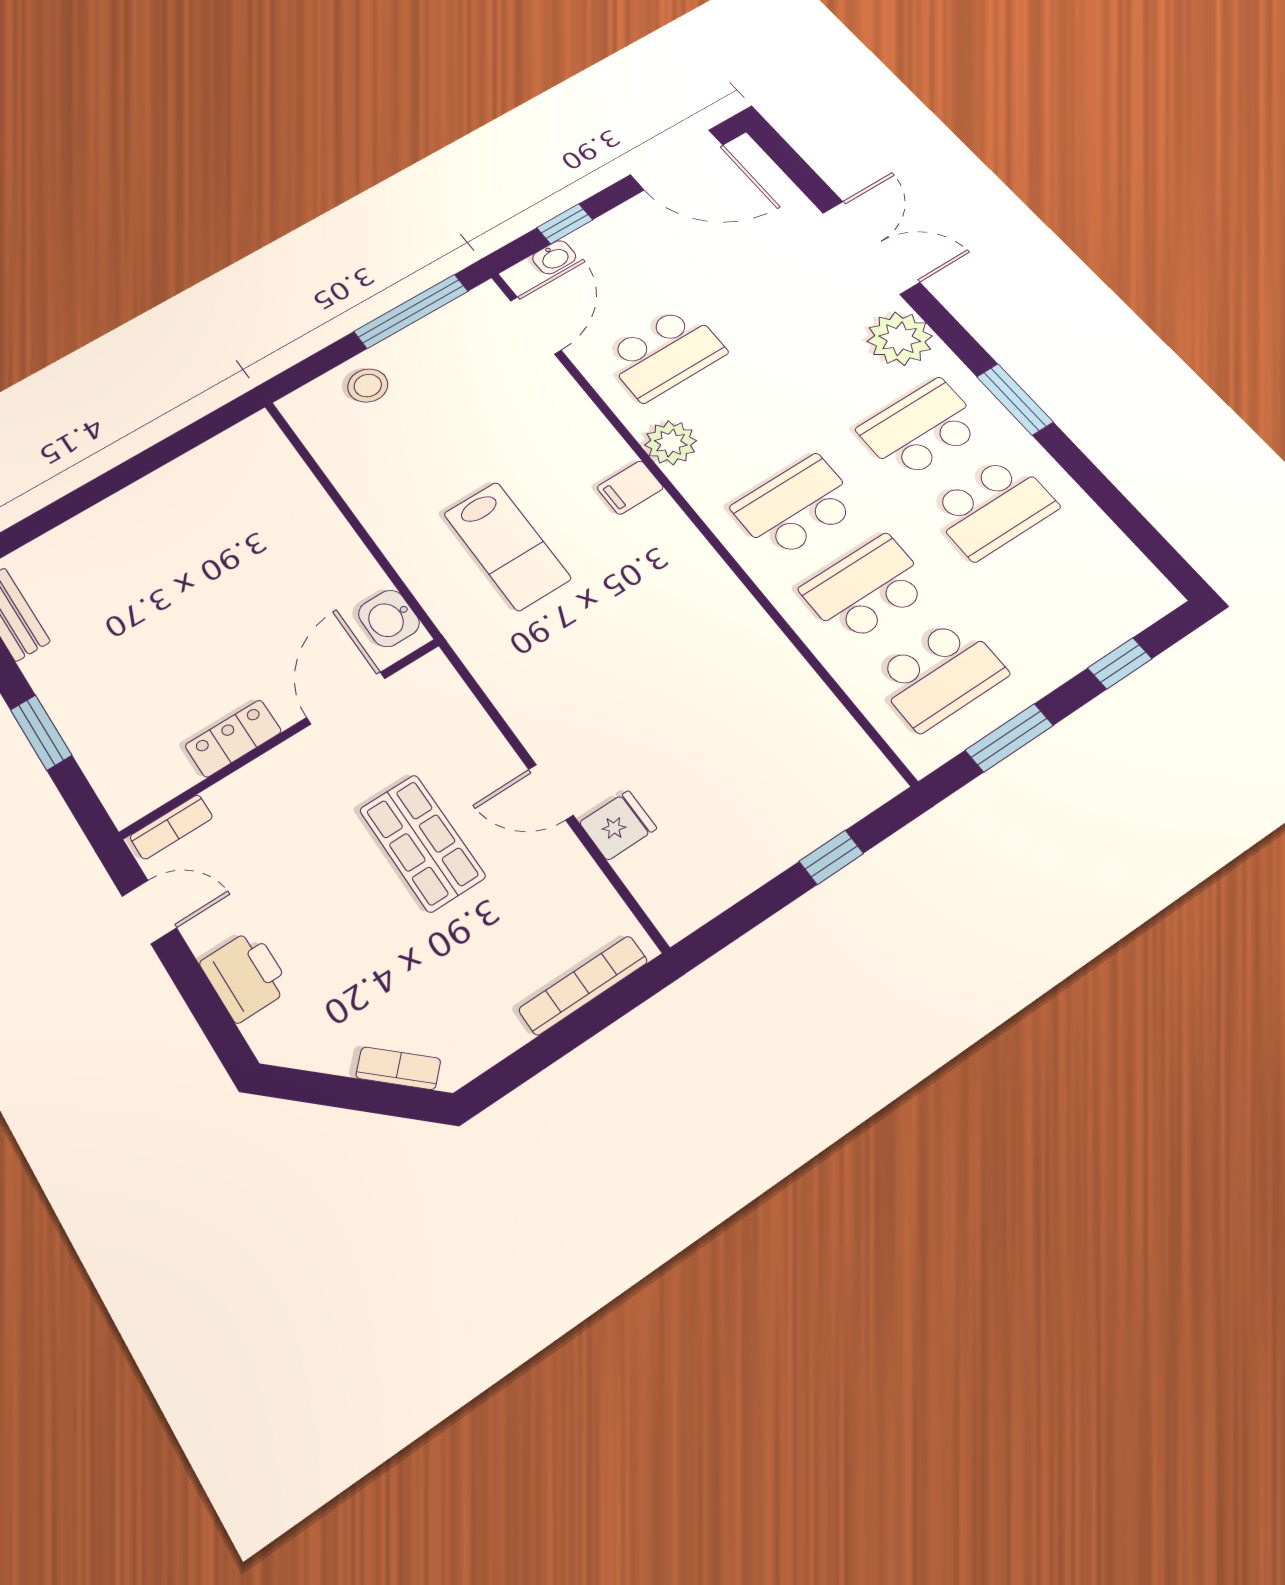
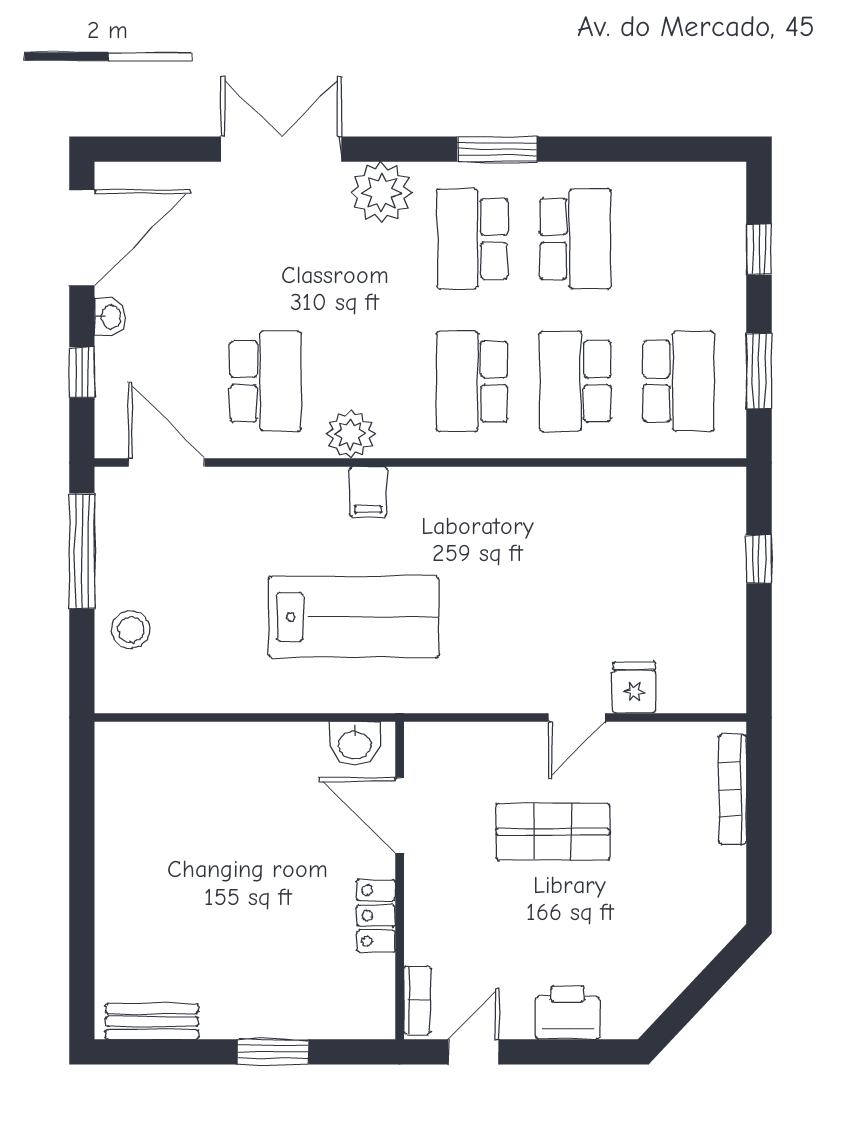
washbasin: (554, 257) -> (110, 317), moved
lab bench: (507, 546) -> (354, 617), width x1.36, depth x1.39
bookcase: (398, 1068) -> (705, 949), removed

